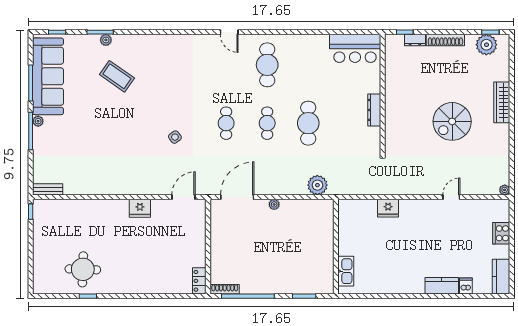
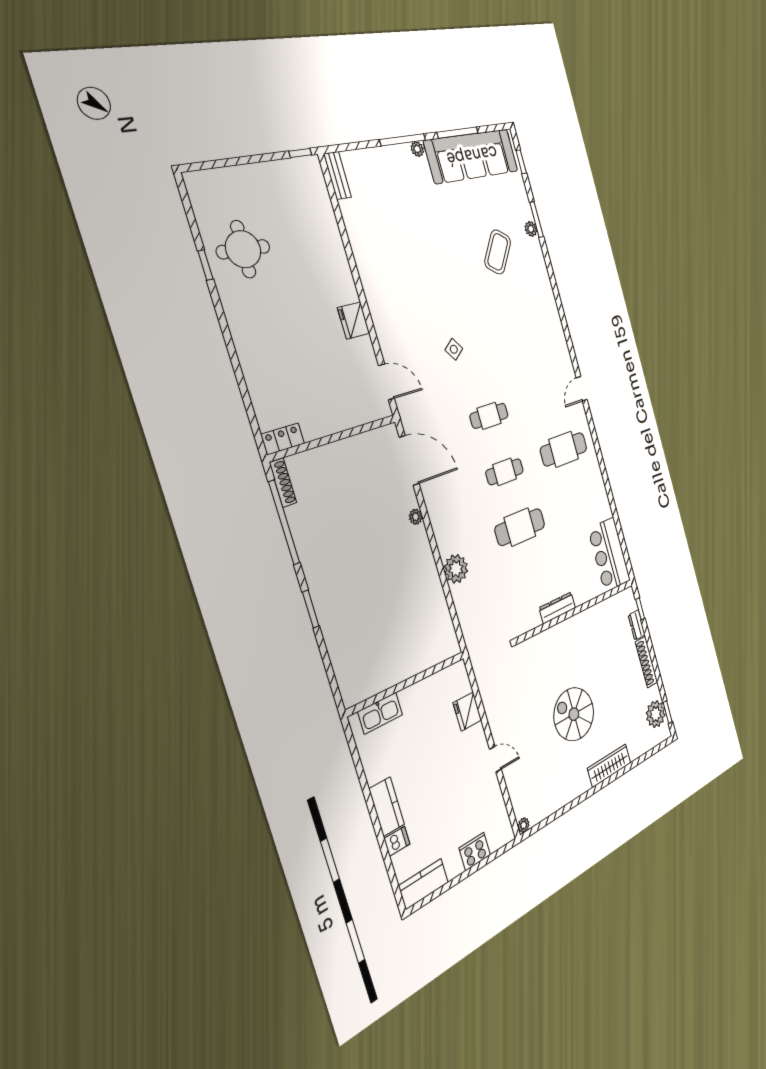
fridge: (388, 208) -> (467, 711), moved
wall: (336, 247) -> (407, 683), moved
kitchen sink: (346, 271) -> (380, 713), moved

